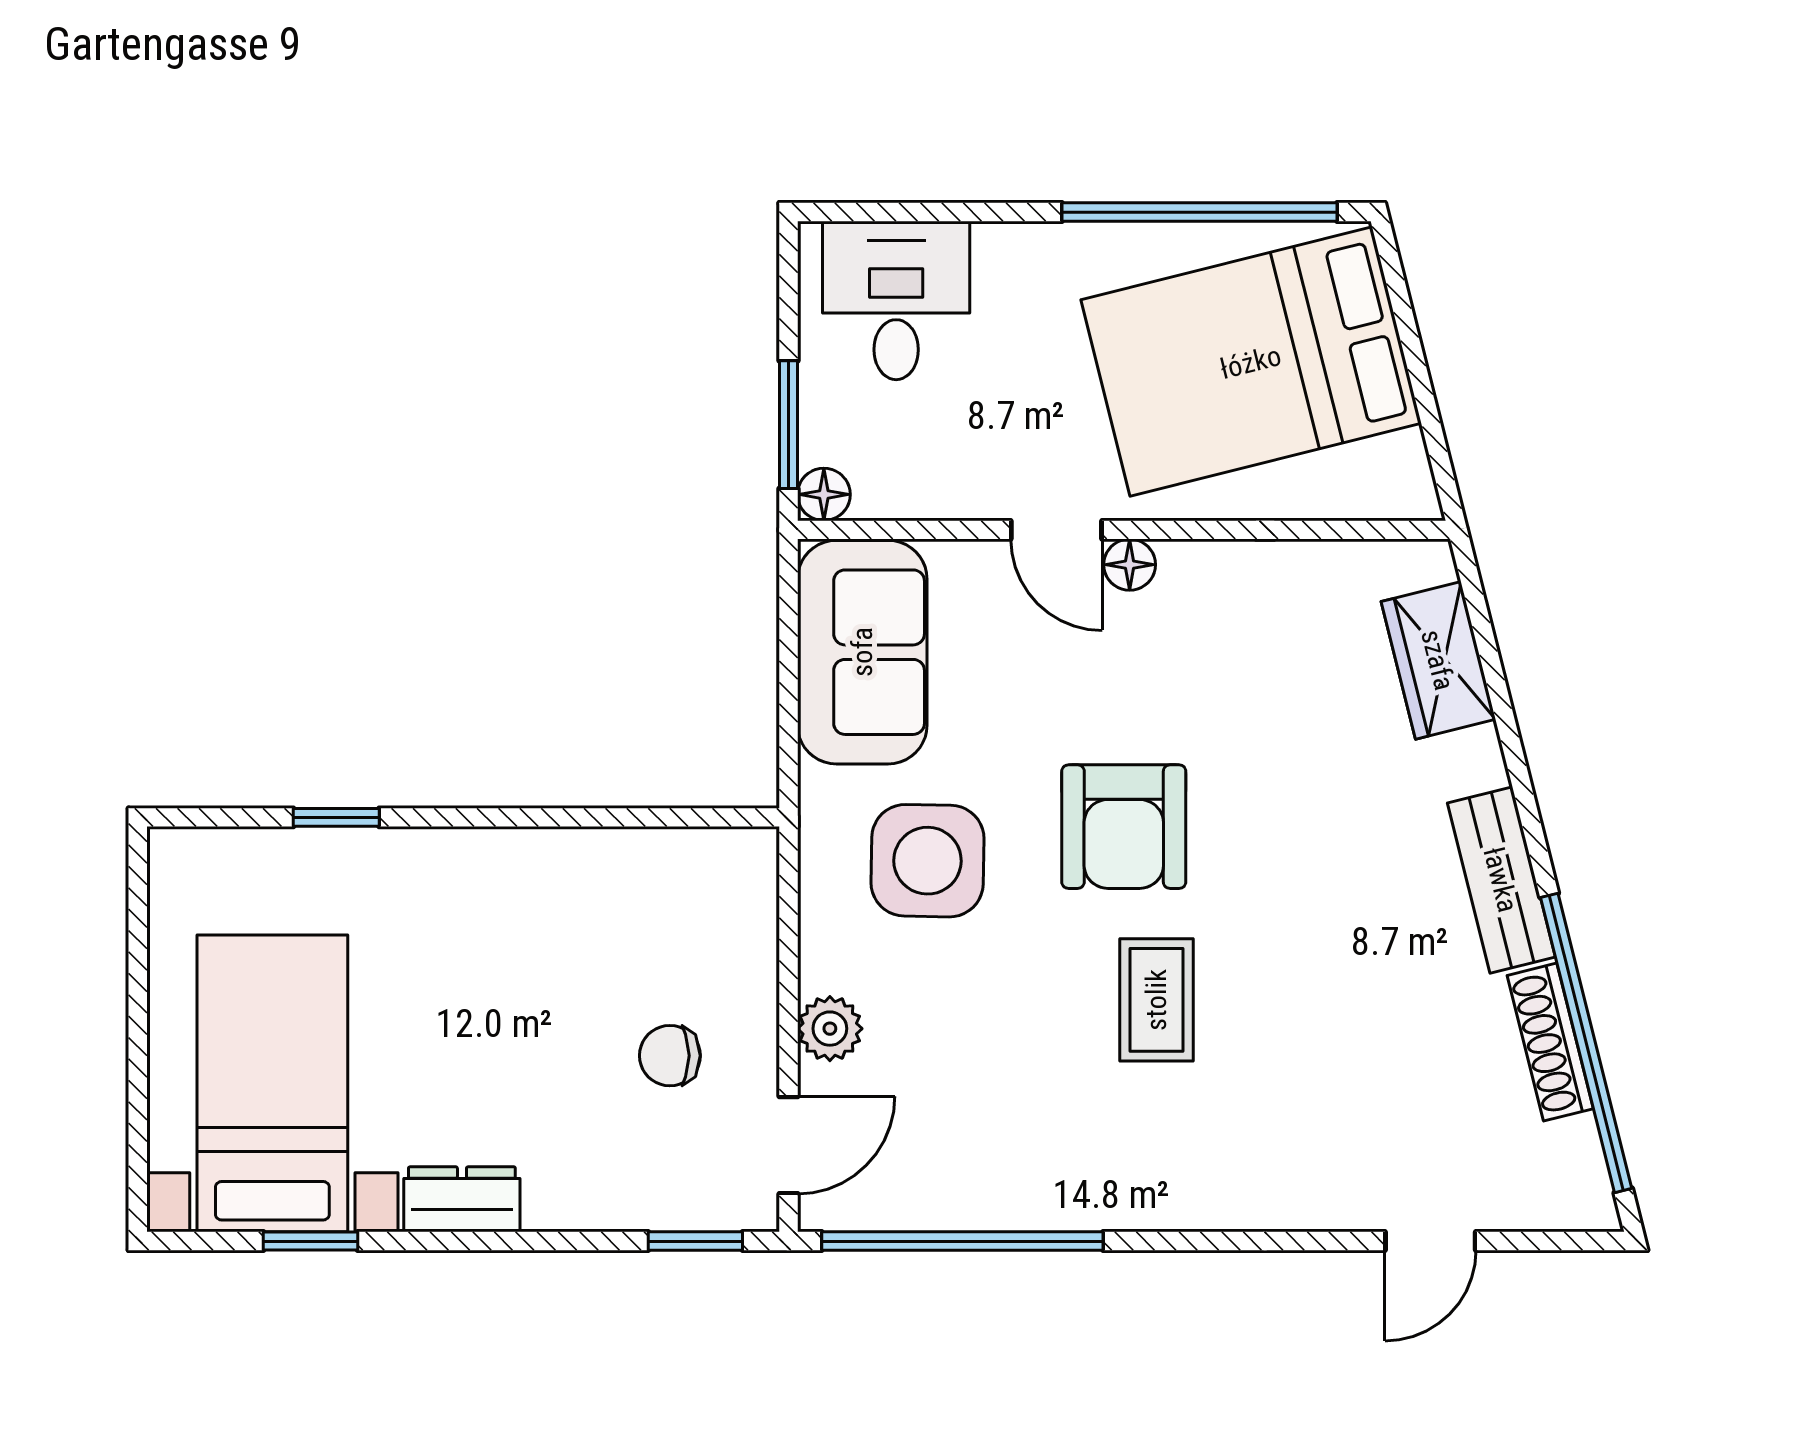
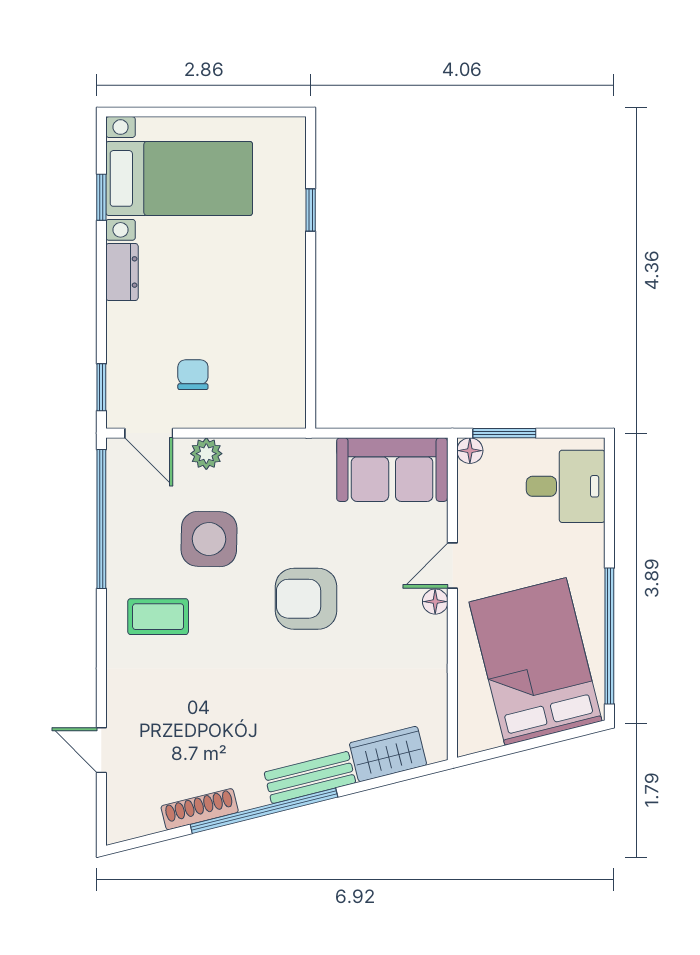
side table: (927, 861) -> (209, 539), moved
bench: (1501, 880) -> (310, 777), moved
coffee table: (1156, 1000) -> (158, 617), moved
window: (1586, 1043) -> (264, 811), moved

